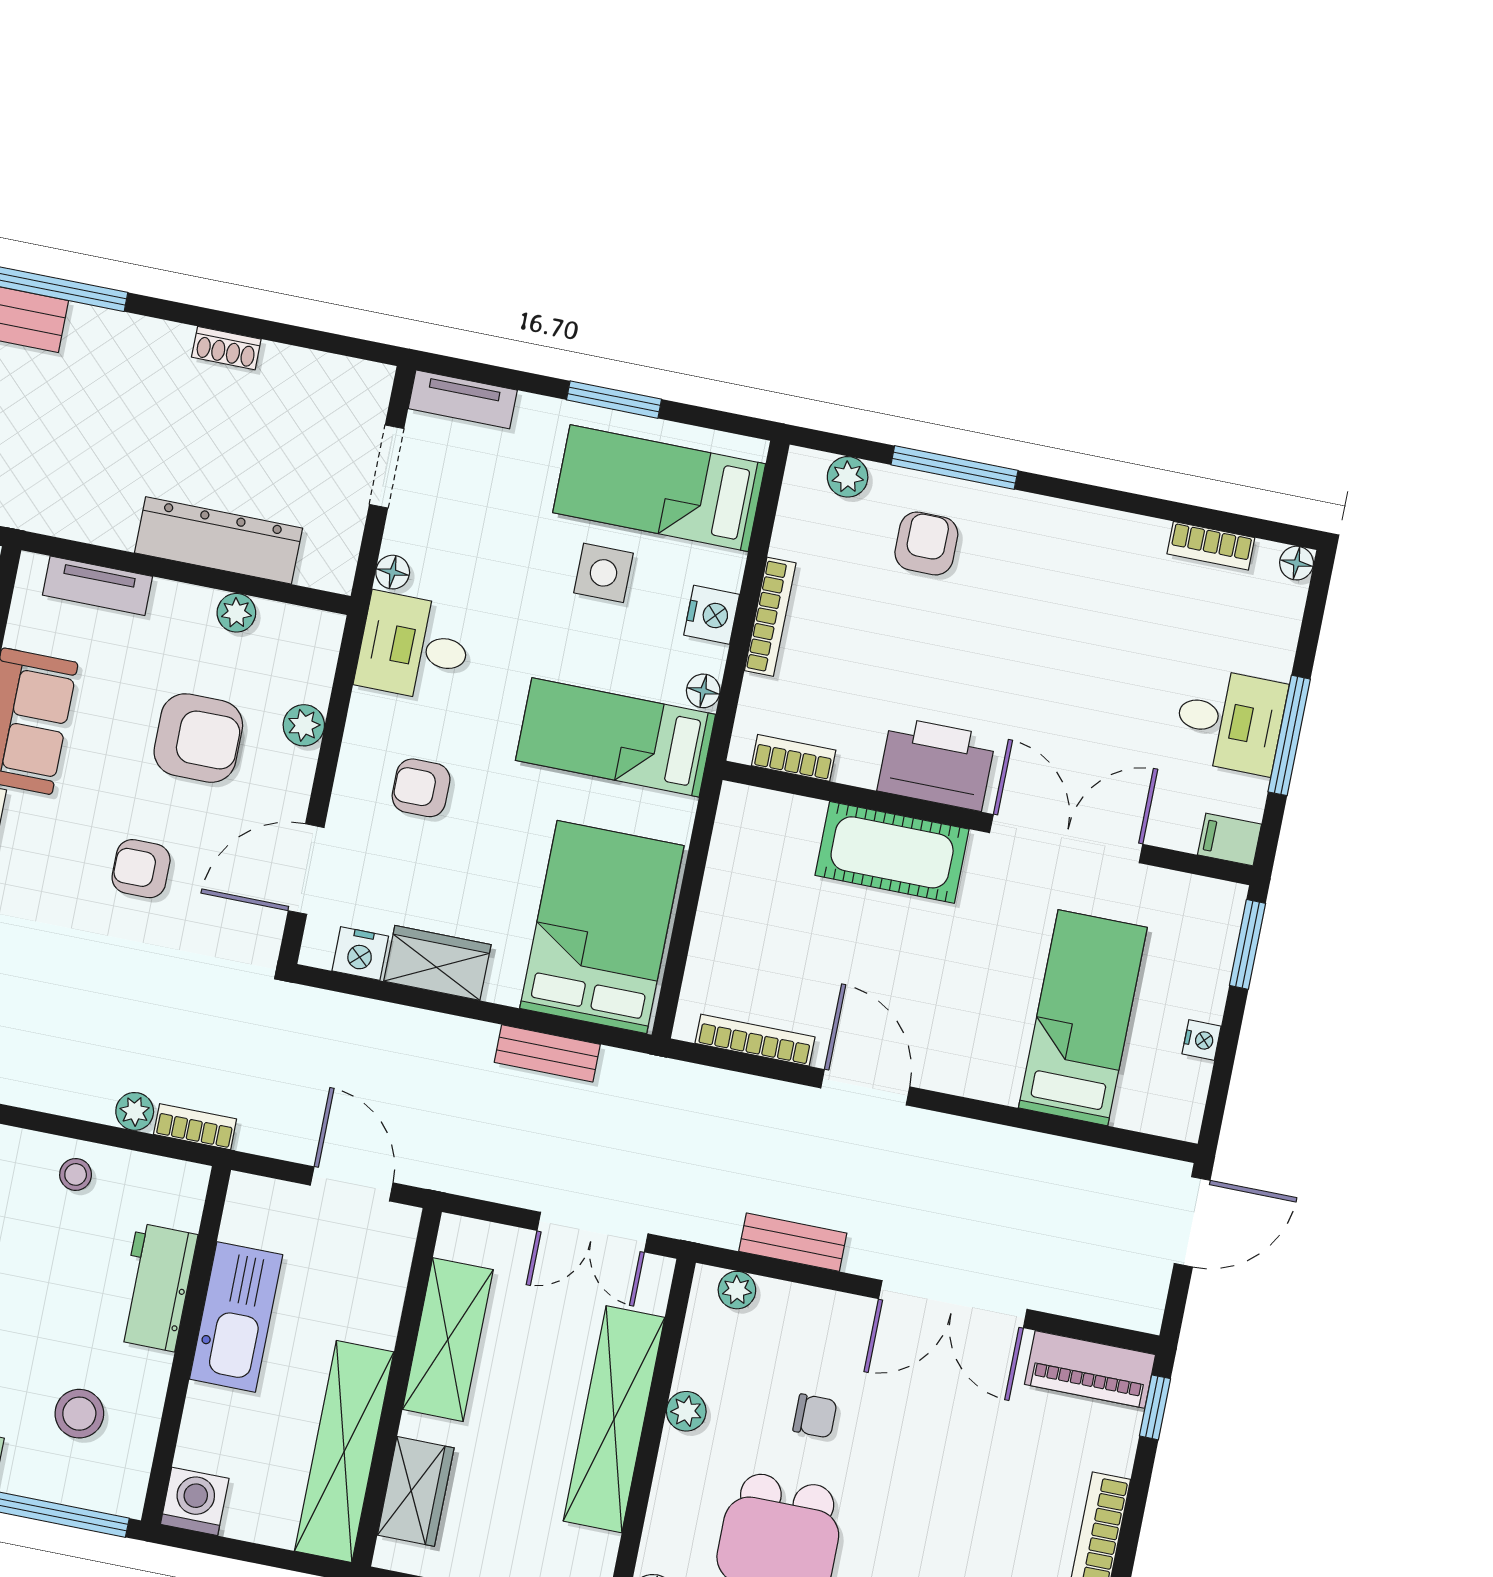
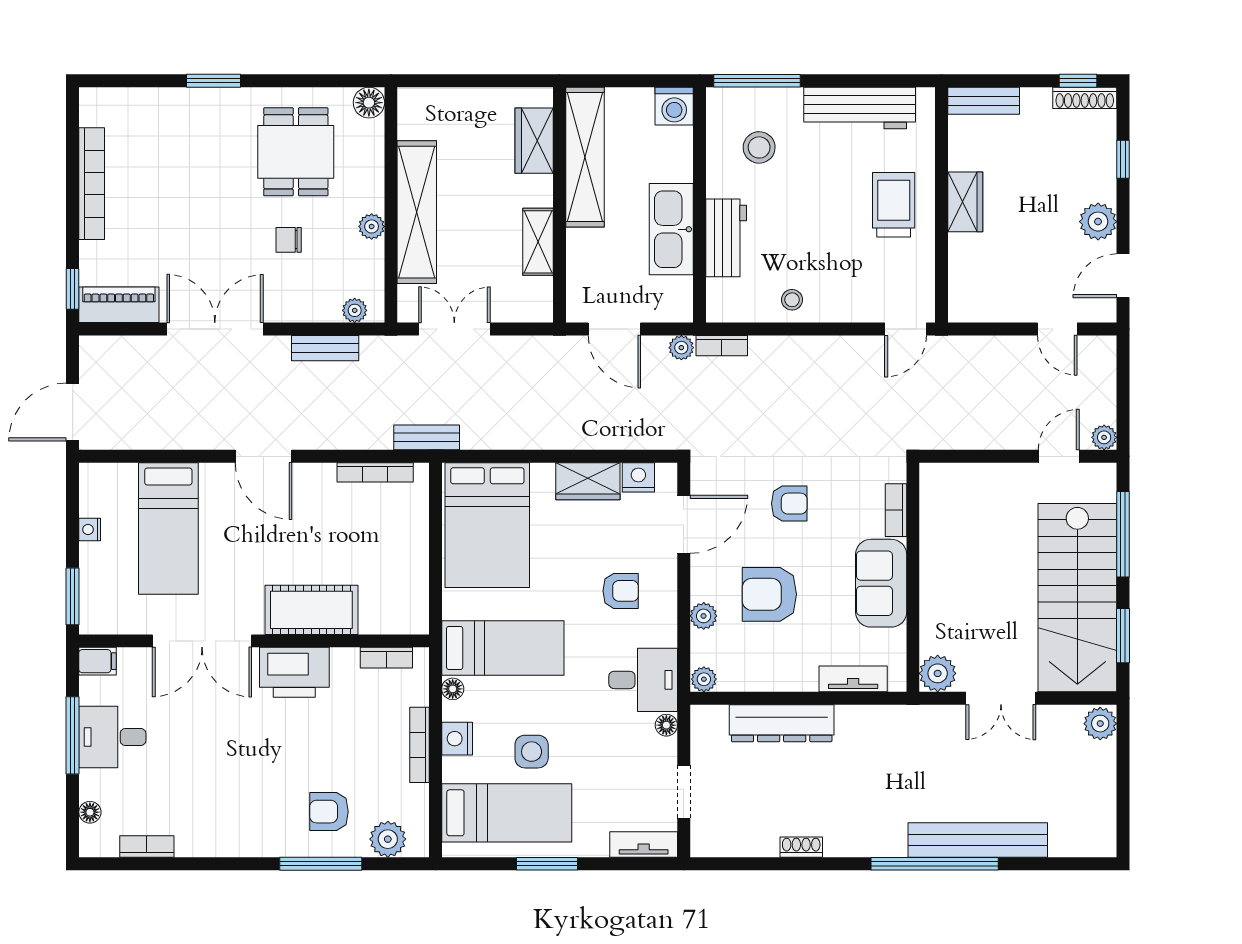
plant: (848, 477) -> (388, 839), width x1.38, depth x1.38
armchair: (926, 543) -> (329, 812), turned 90
floor lamp: (1297, 563) -> (90, 812), moved
plant: (236, 613) -> (704, 679), moved
bench: (547, 1053) -> (427, 437), moved
door: (865, 1087) -> (264, 456), moved
plant: (135, 1111) -> (681, 348), moved
shelving: (448, 1340) -> (538, 242), width x0.67, depth x0.75

